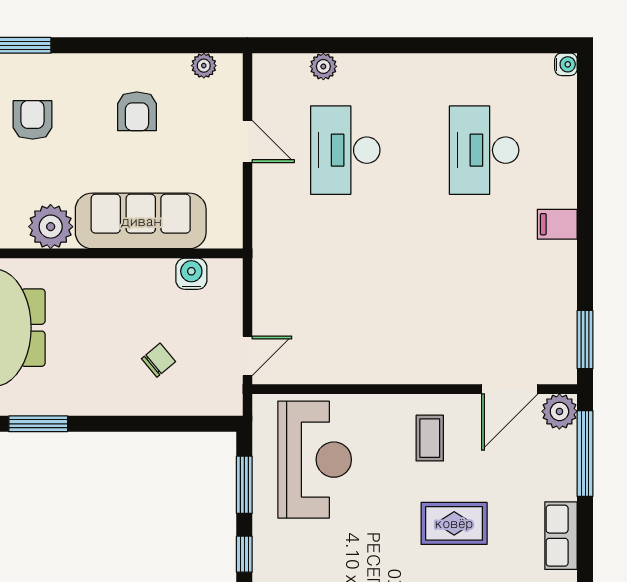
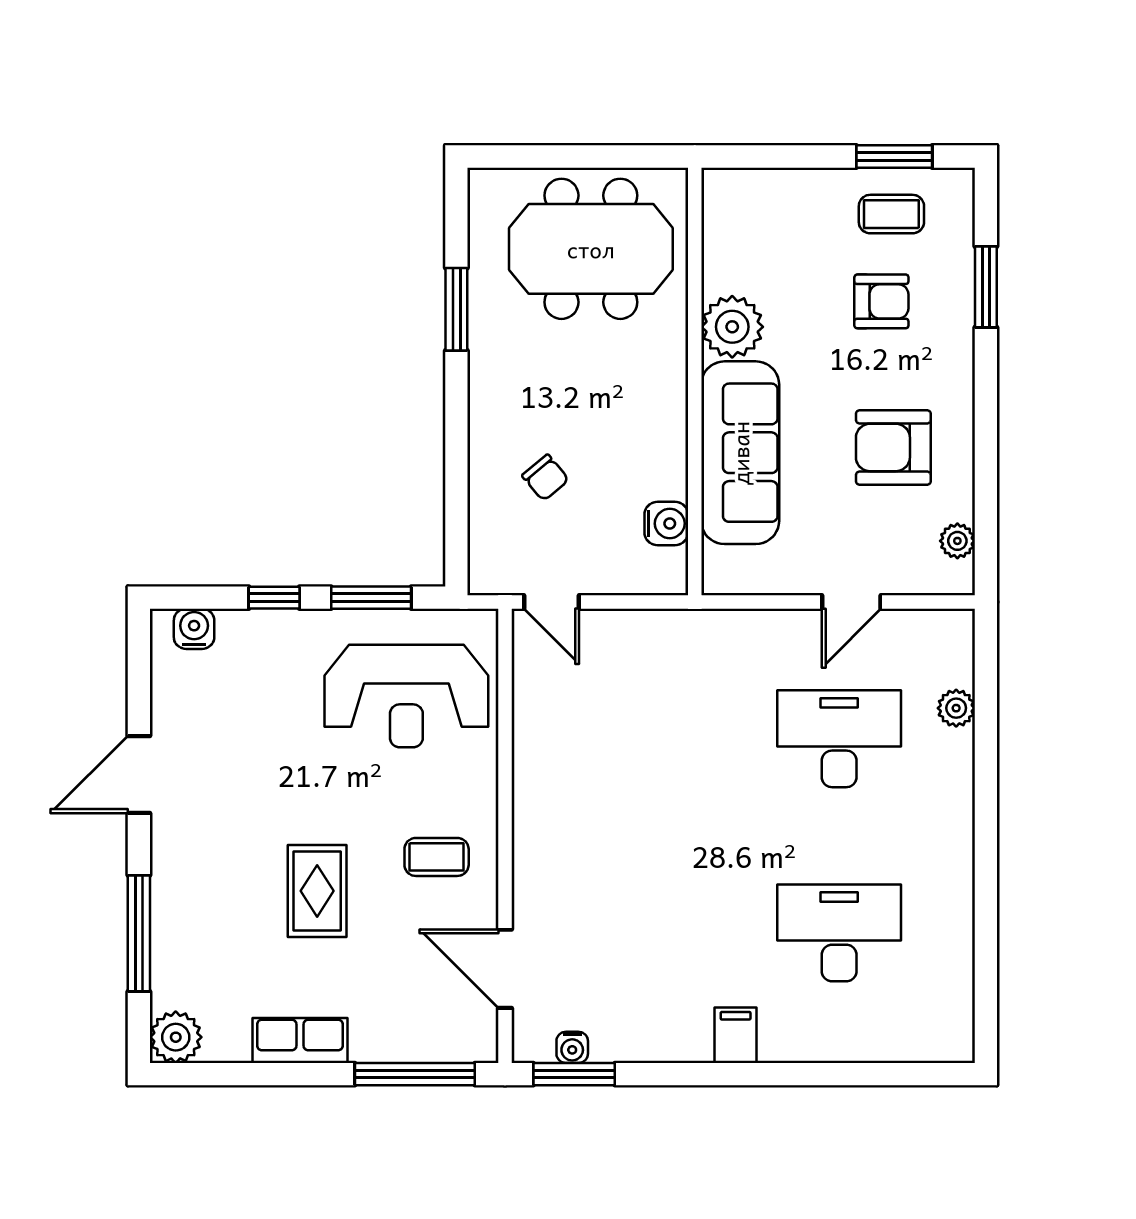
water cooler: (566, 64) -> (572, 1047), moved
armchair: (137, 111) -> (893, 447), width x1.38, depth x1.38
plant: (559, 411) -> (474, 1038), removed

